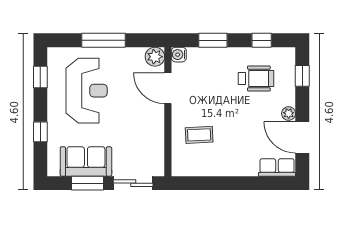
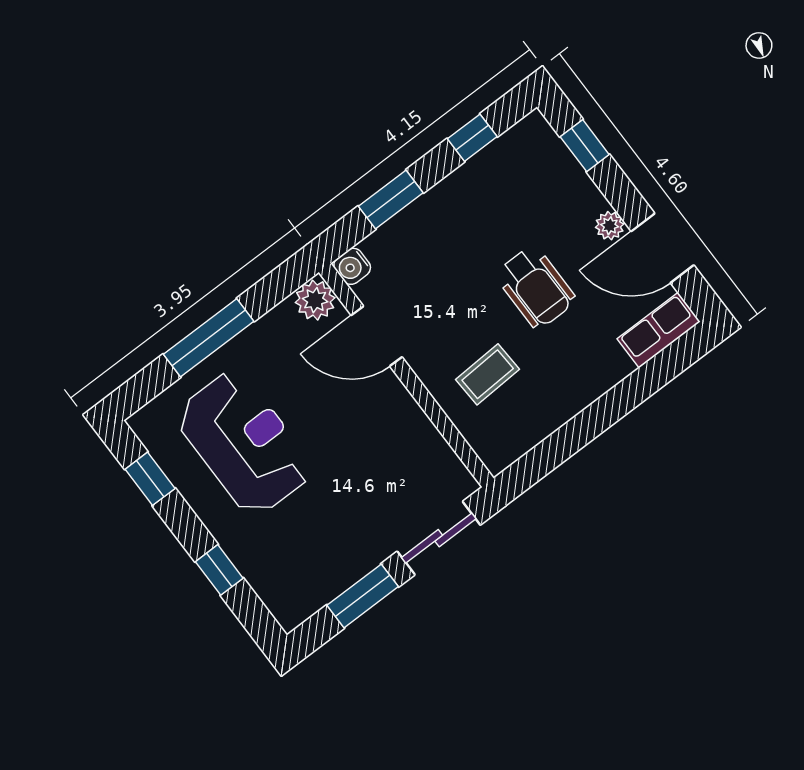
wheelchair: (256, 78) -> (535, 287), moved, turned 90
sofa: (86, 161) -> (333, 562), removed

